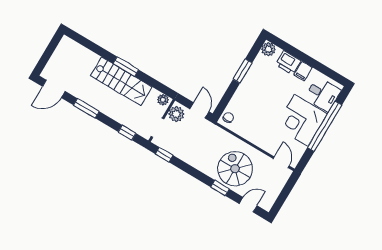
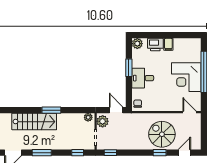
stairs: (121, 81) -> (34, 122), moved
desk: (323, 94) -> (143, 78), moved, turned 180

